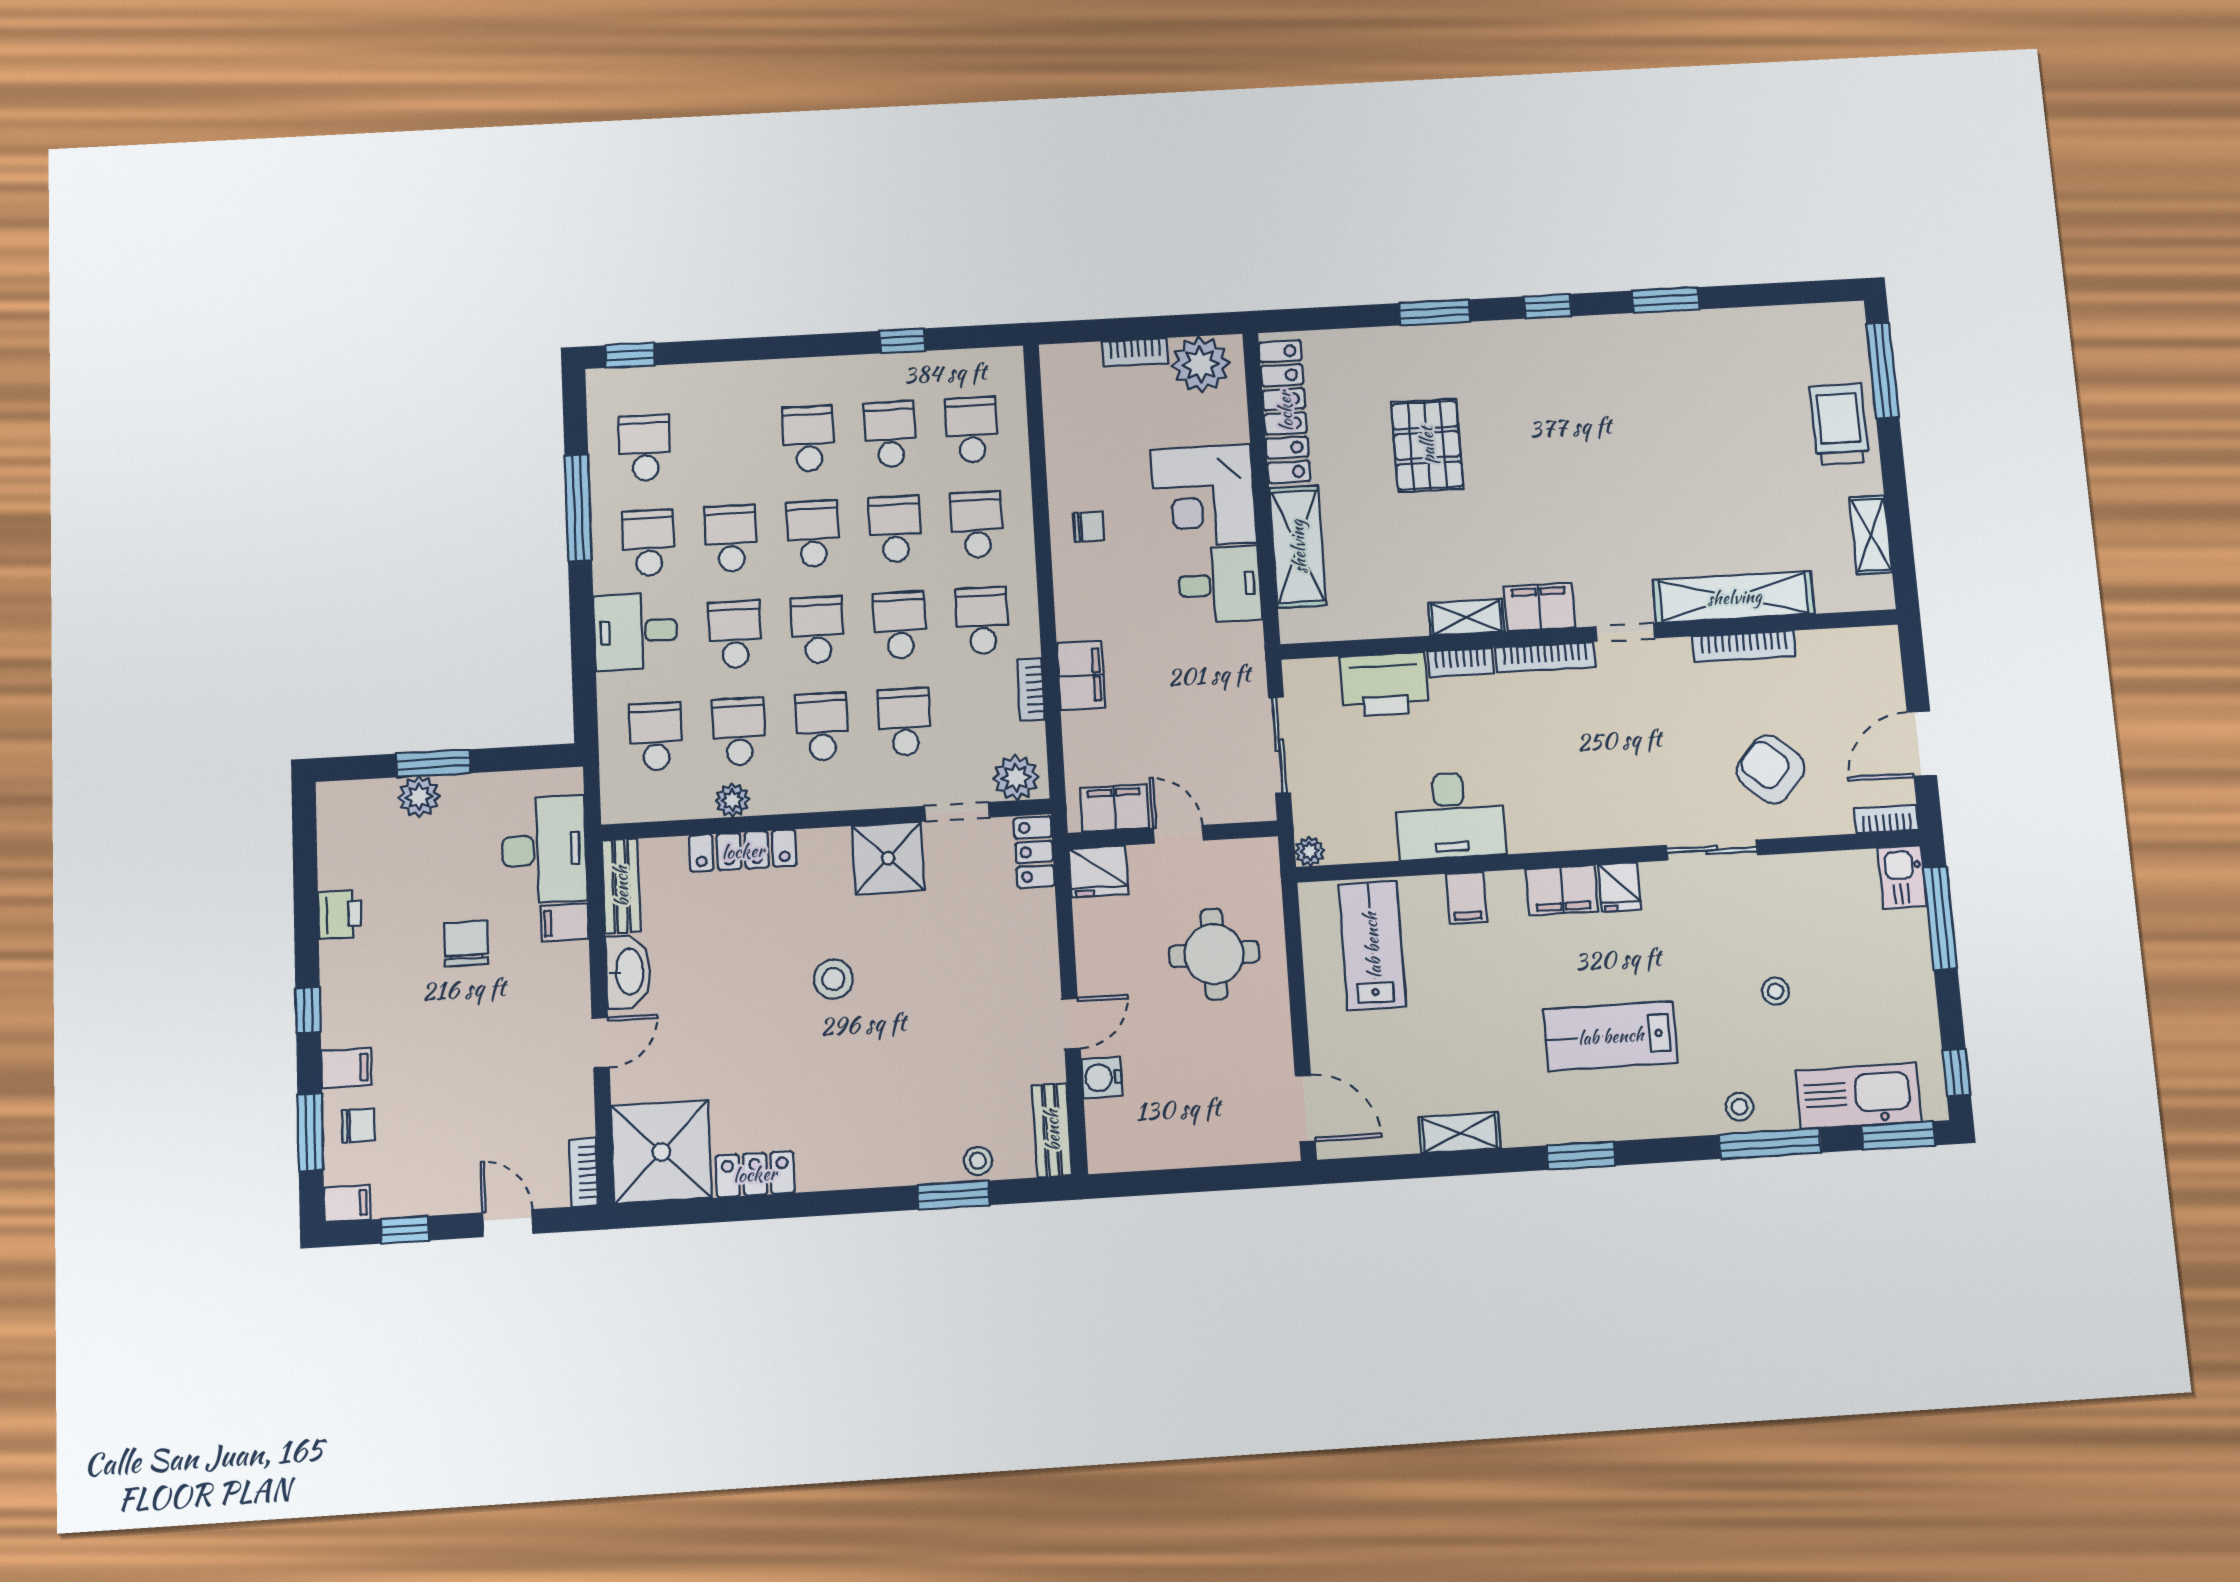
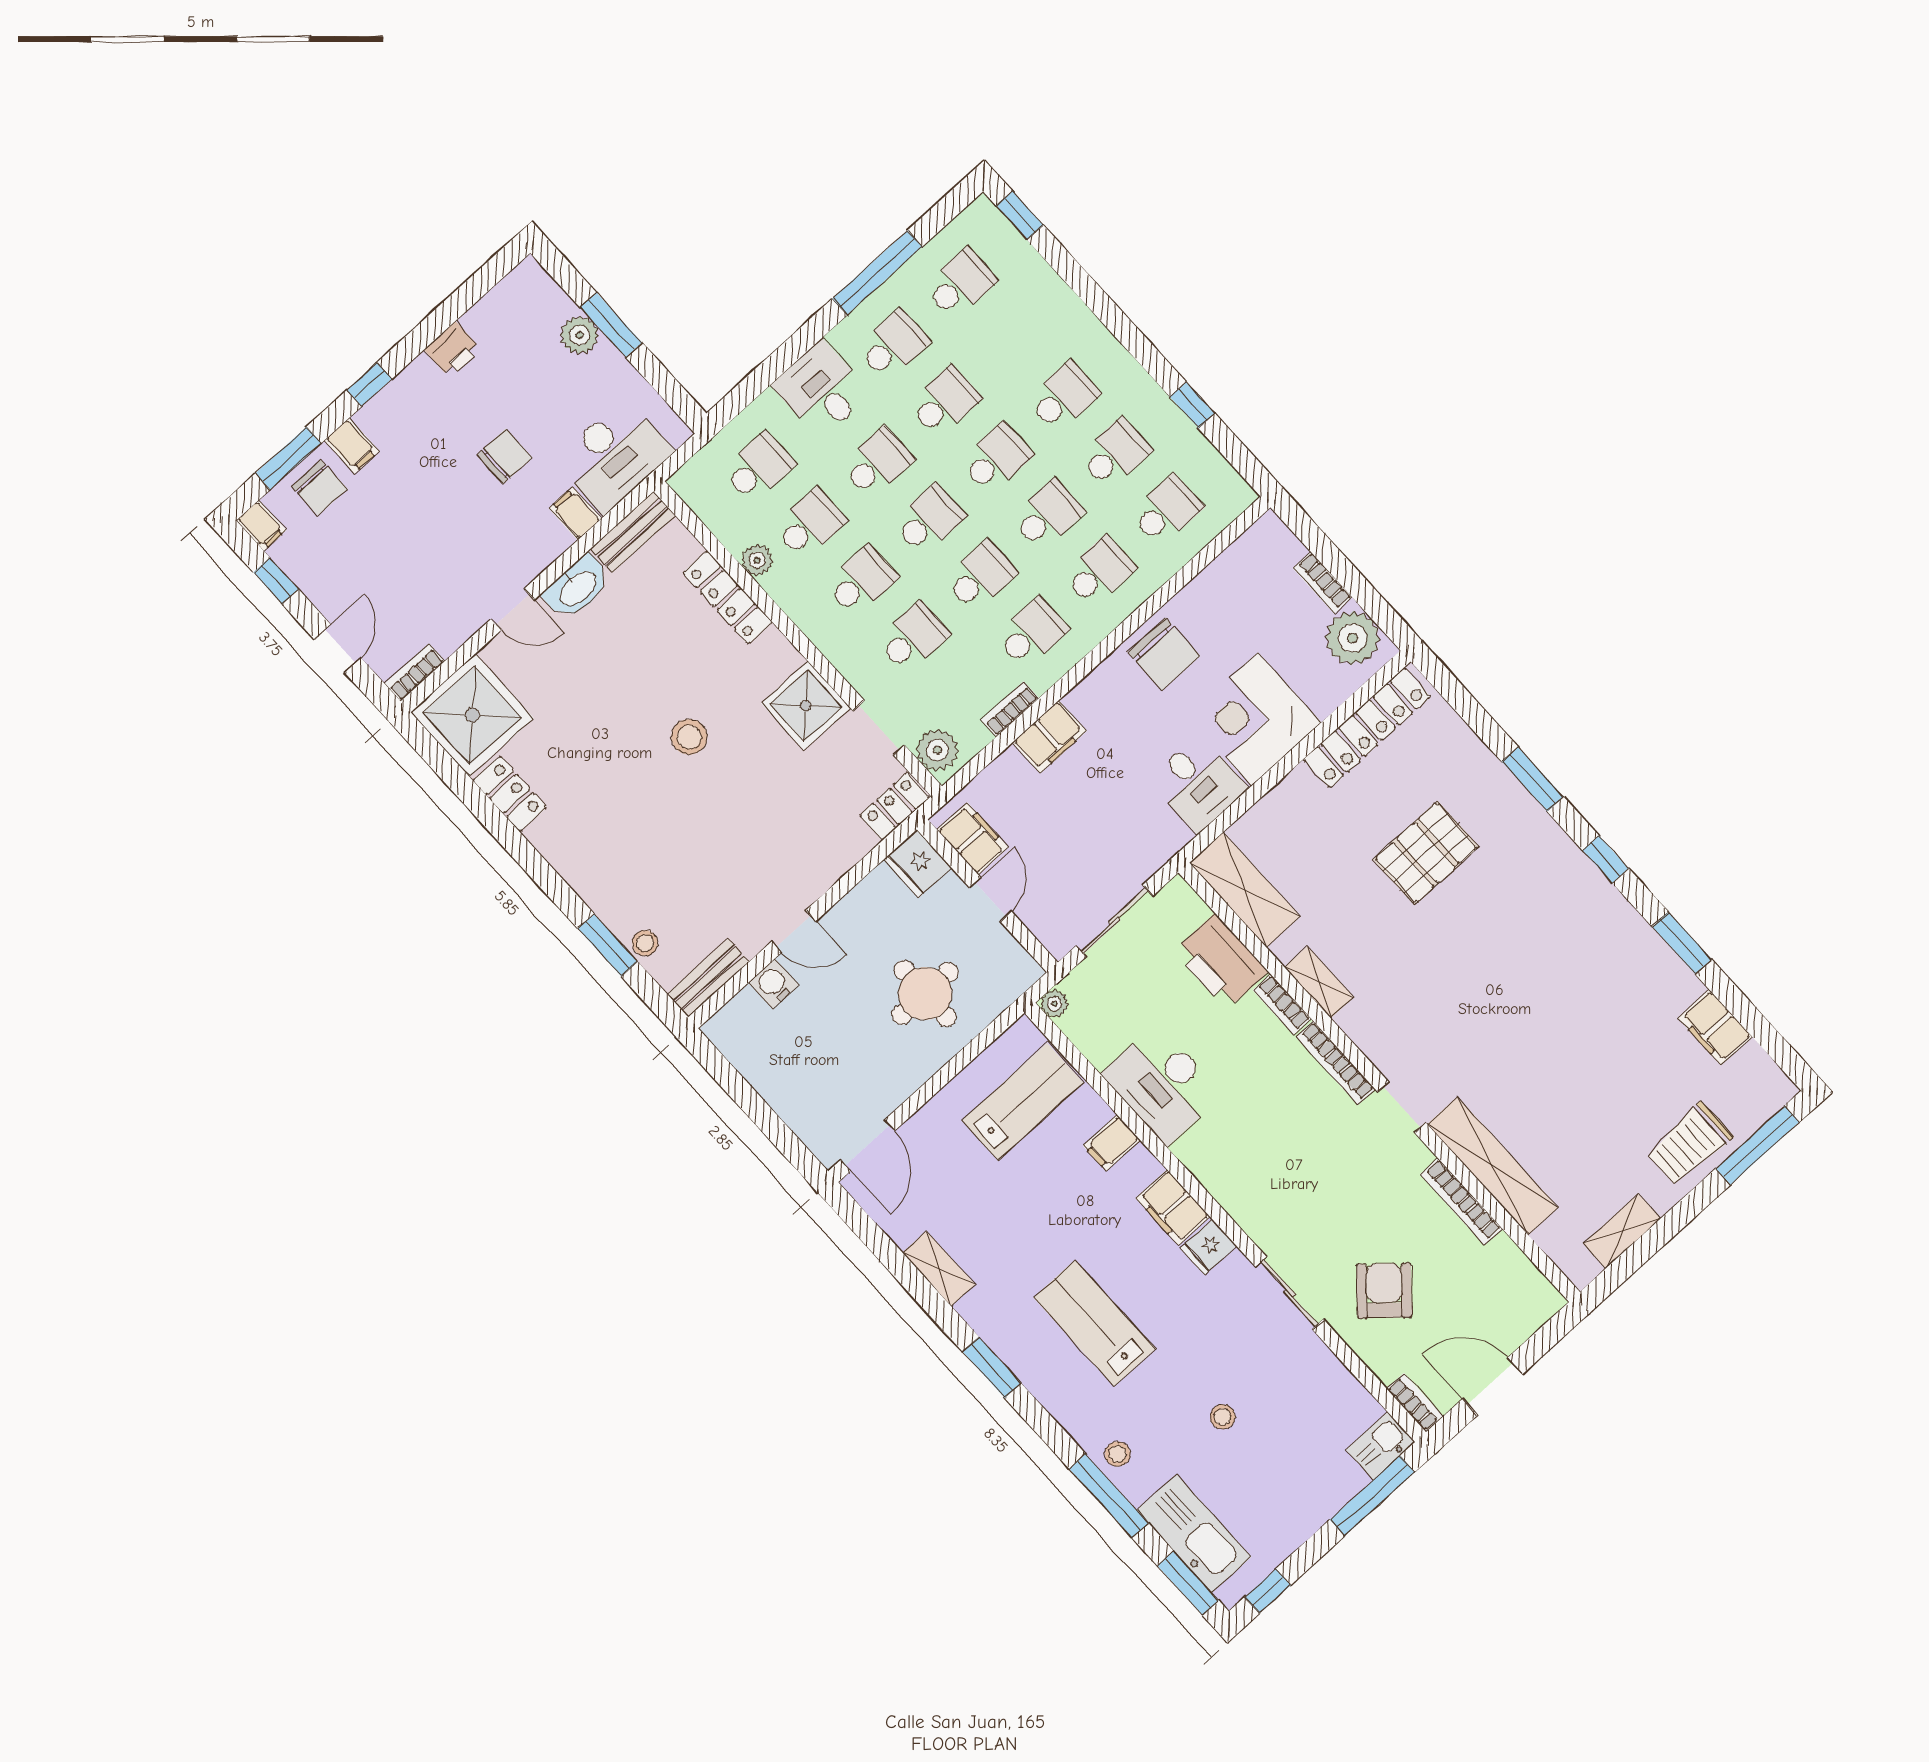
trolley: (1839, 424) -> (1689, 1144), turned 180
chair: (1089, 527) -> (1164, 654), width x1.87, depth x1.87
shelving: (1298, 547) -> (1245, 890), moved, turned 90
filing cabinet: (1539, 607) -> (1715, 1027), moved, turned 180
chair: (358, 1126) -> (319, 488), width x1.37, depth x1.37

